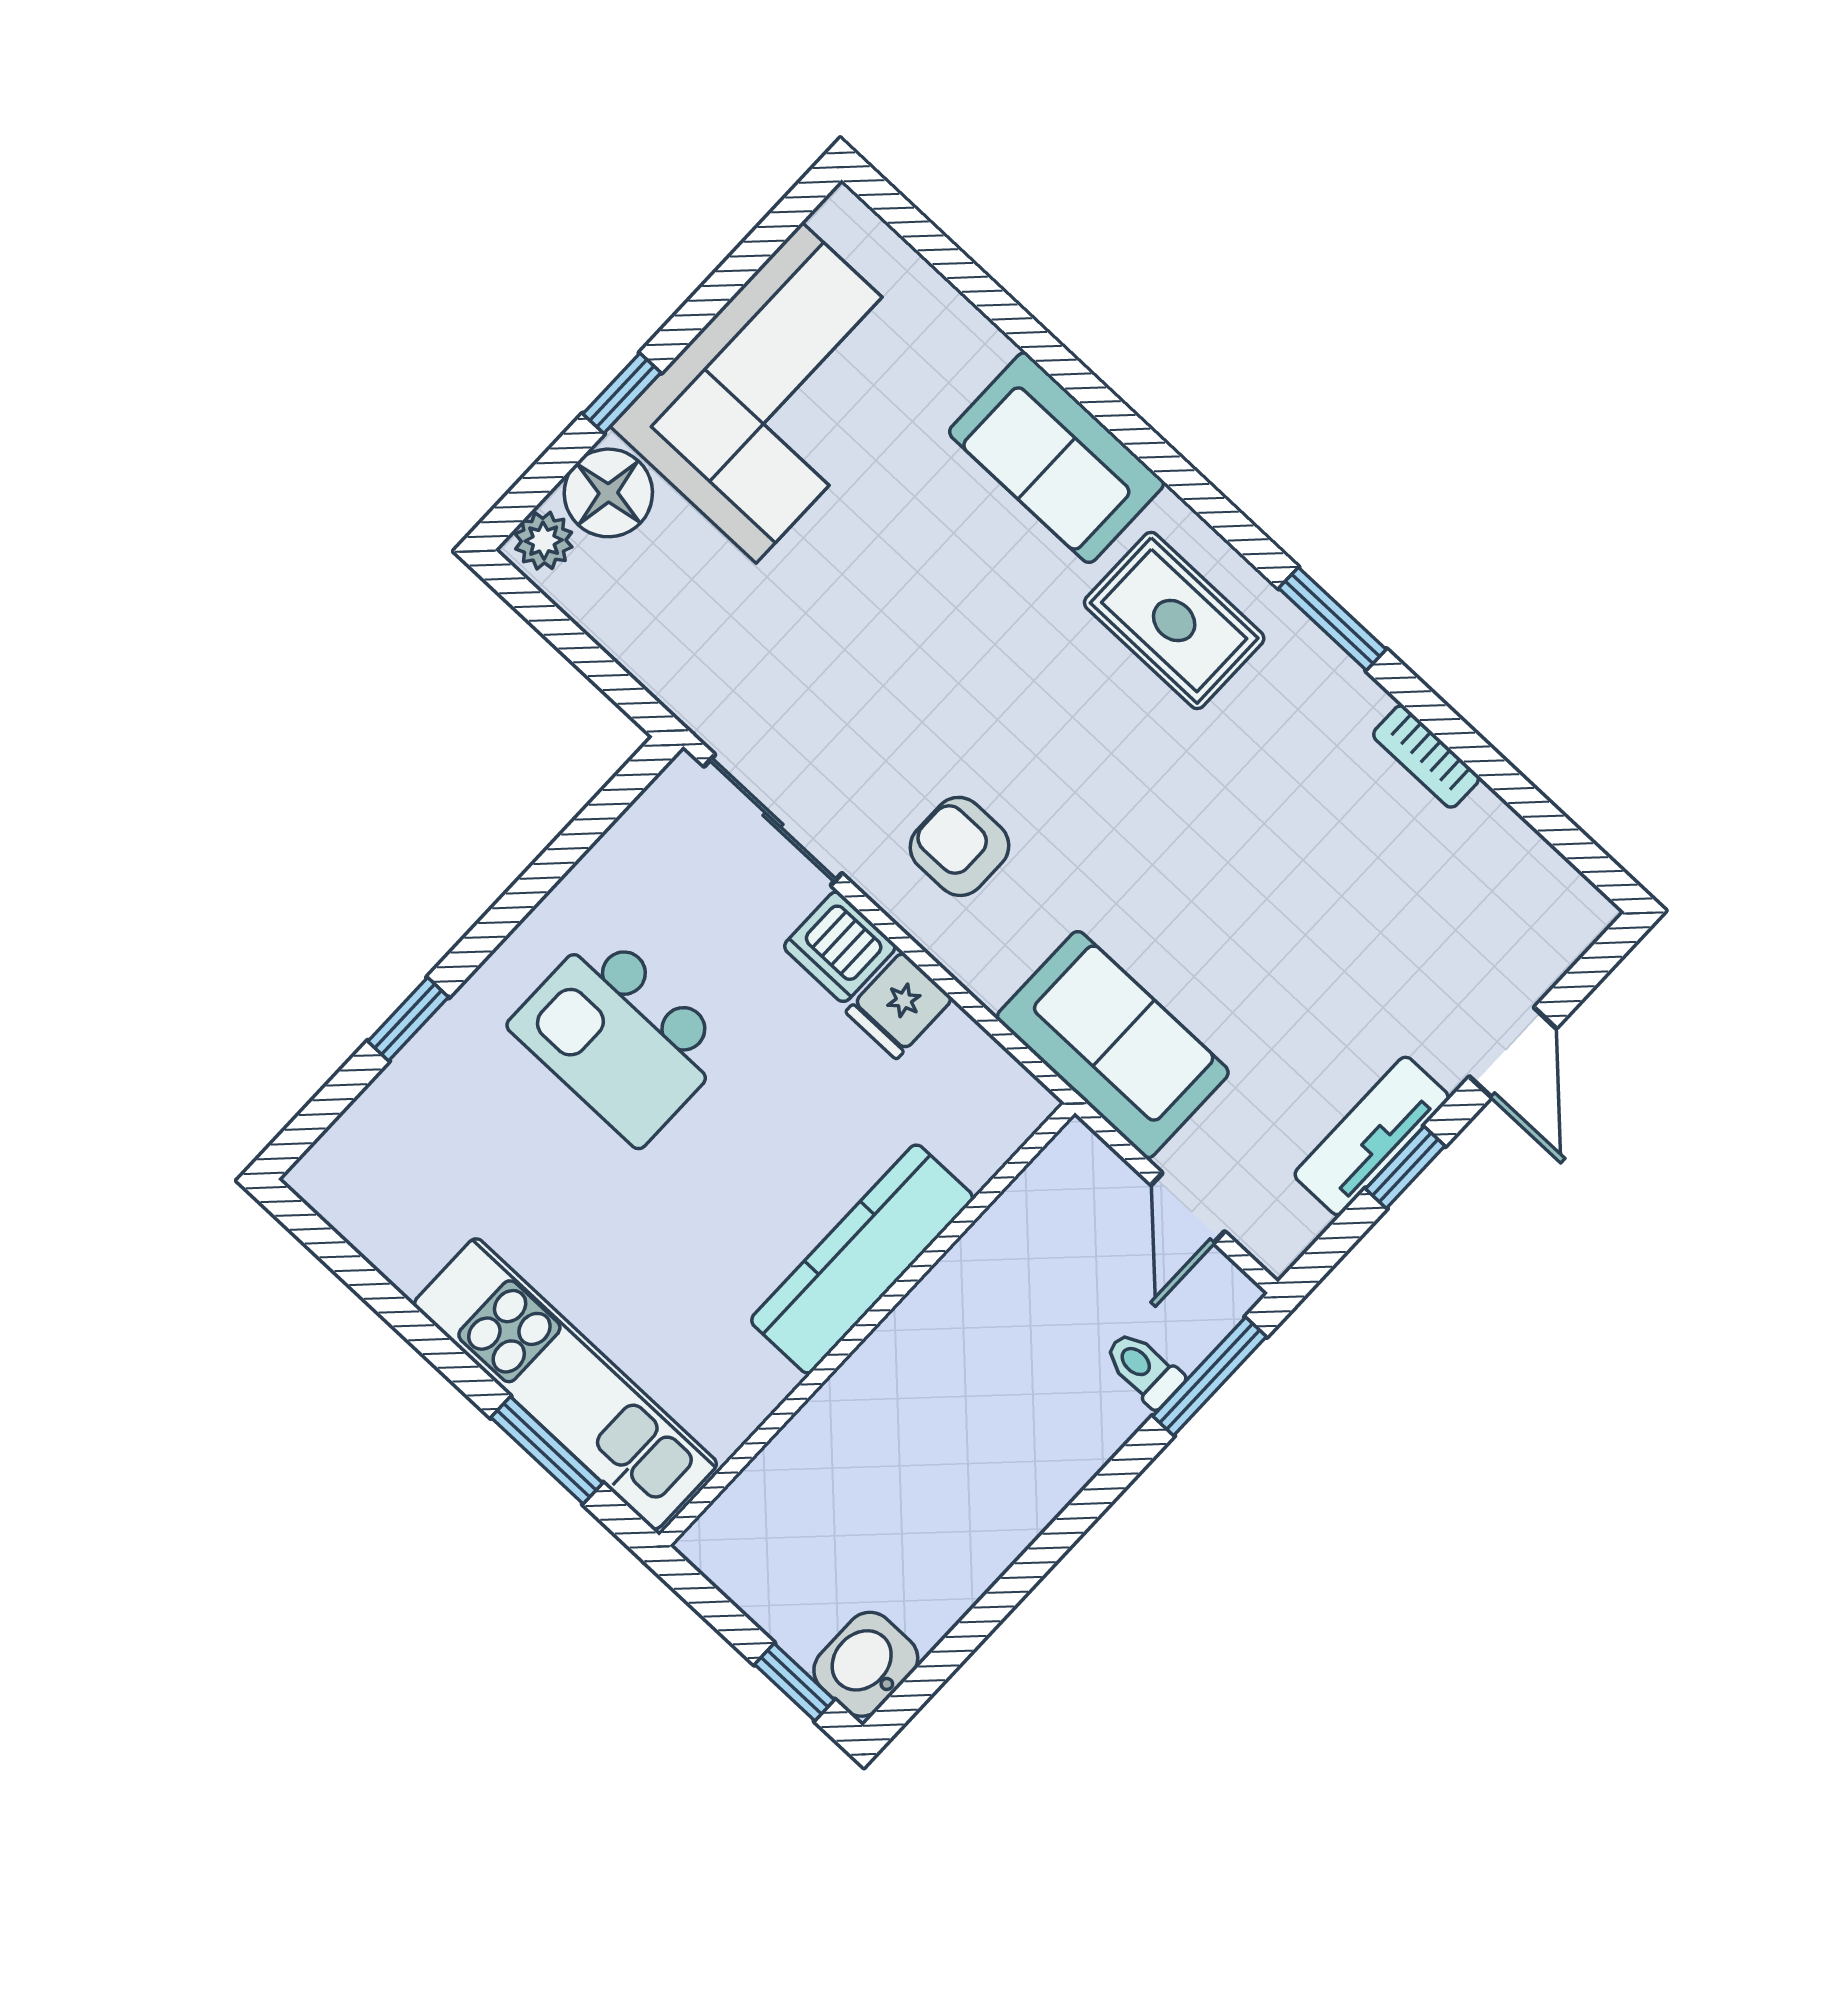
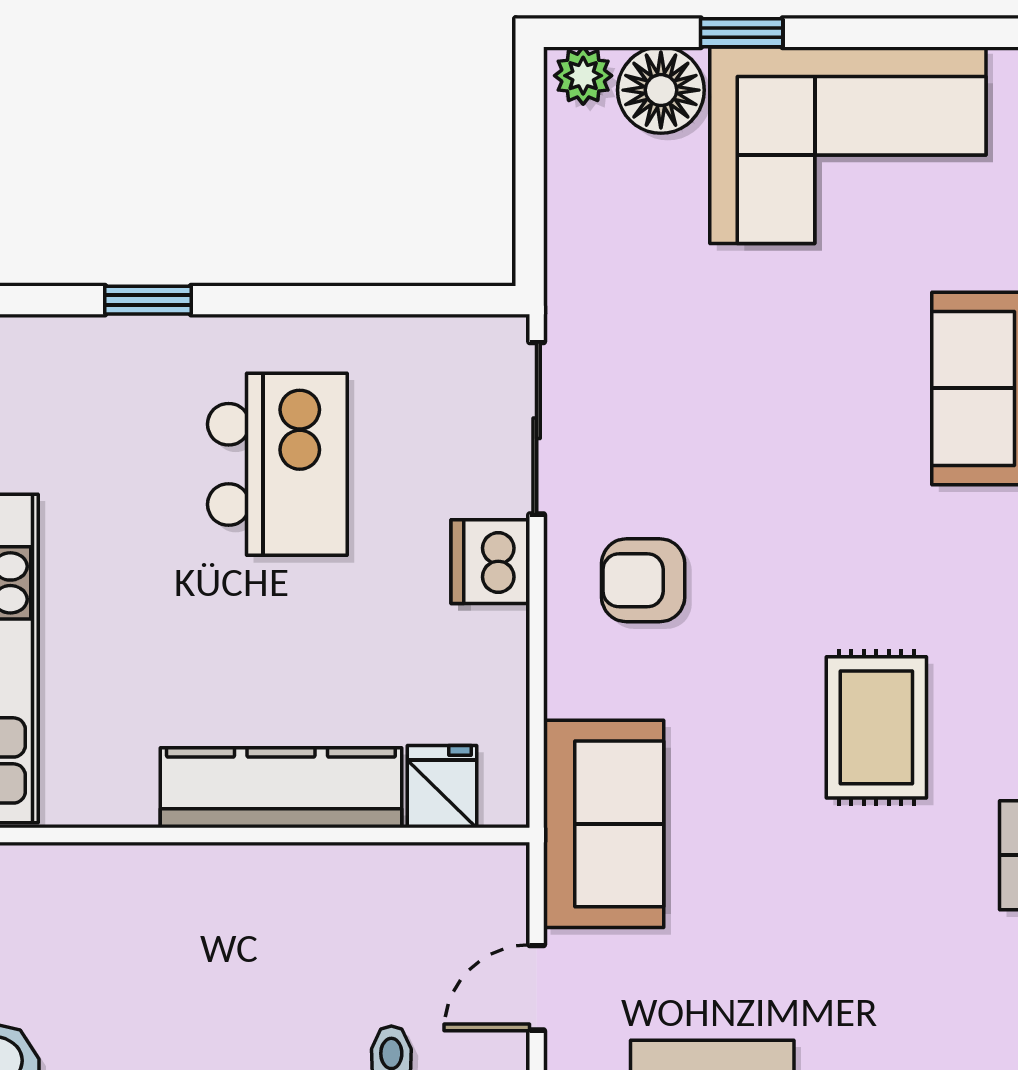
rug: (1174, 621) -> (876, 727), moved
armchair: (960, 846) -> (643, 580), turned -90
fridge: (899, 1005) -> (442, 787), moved, turned 90
kitchen island: (620, 1037) -> (277, 464), turned 180

